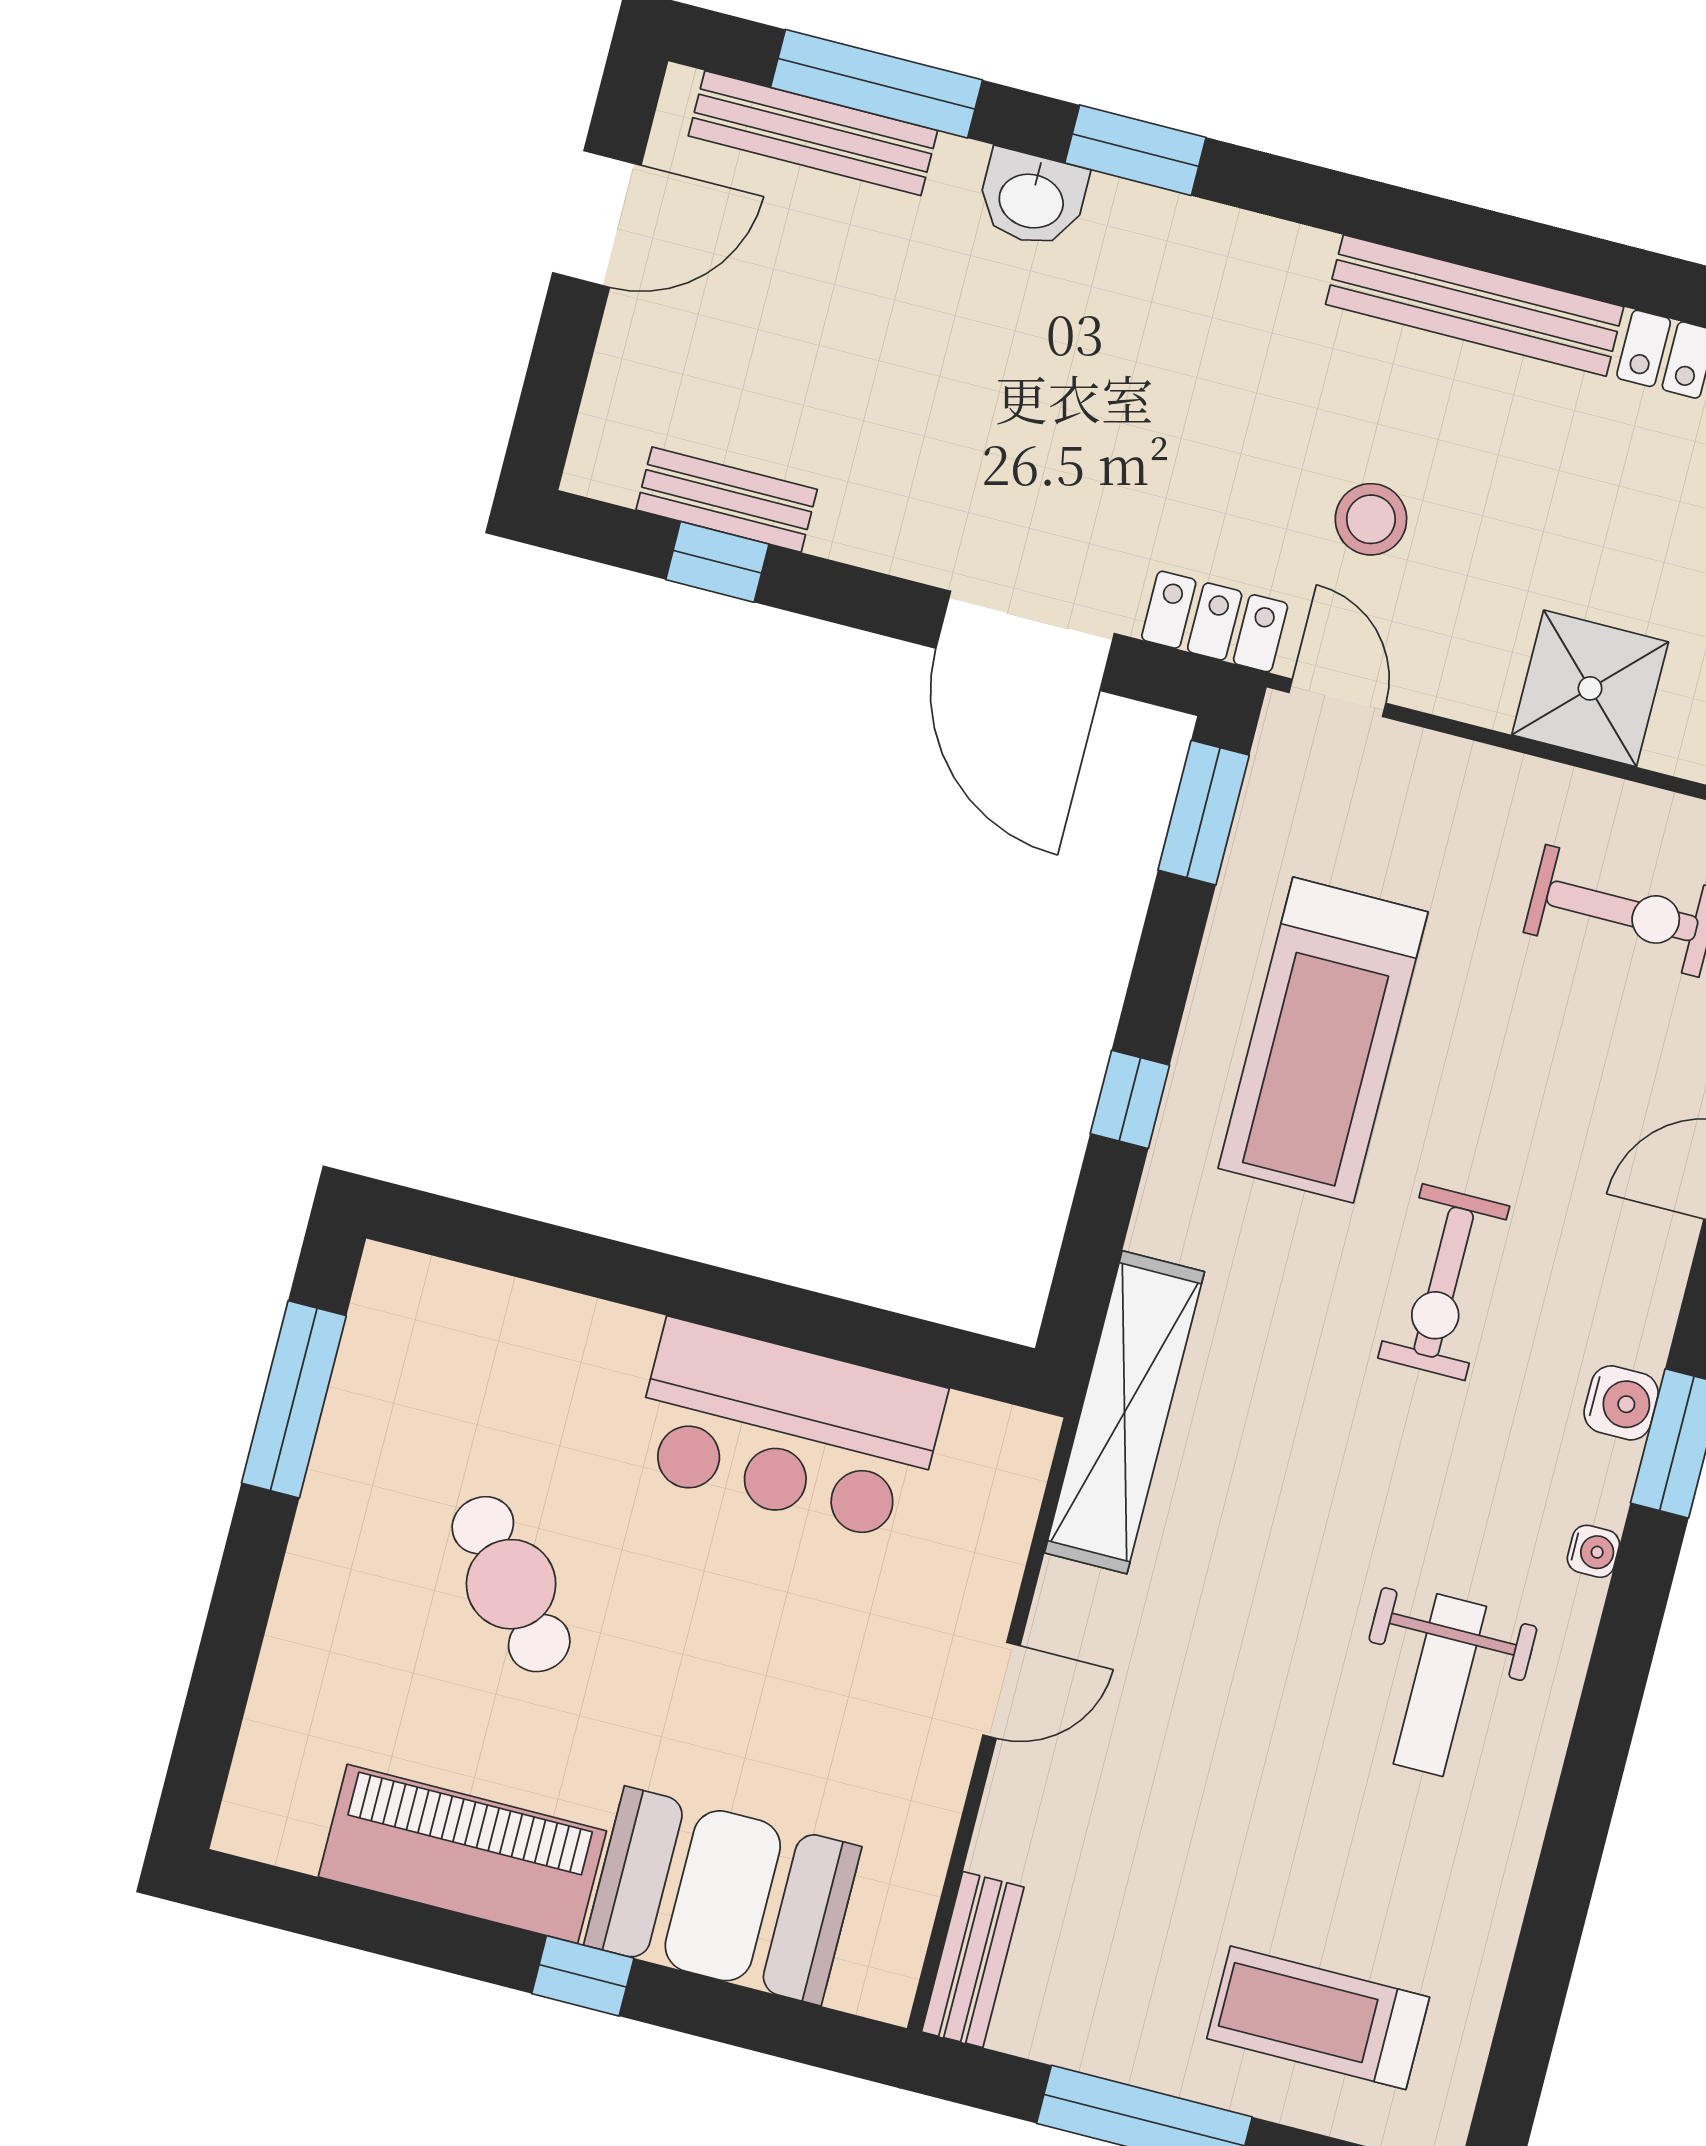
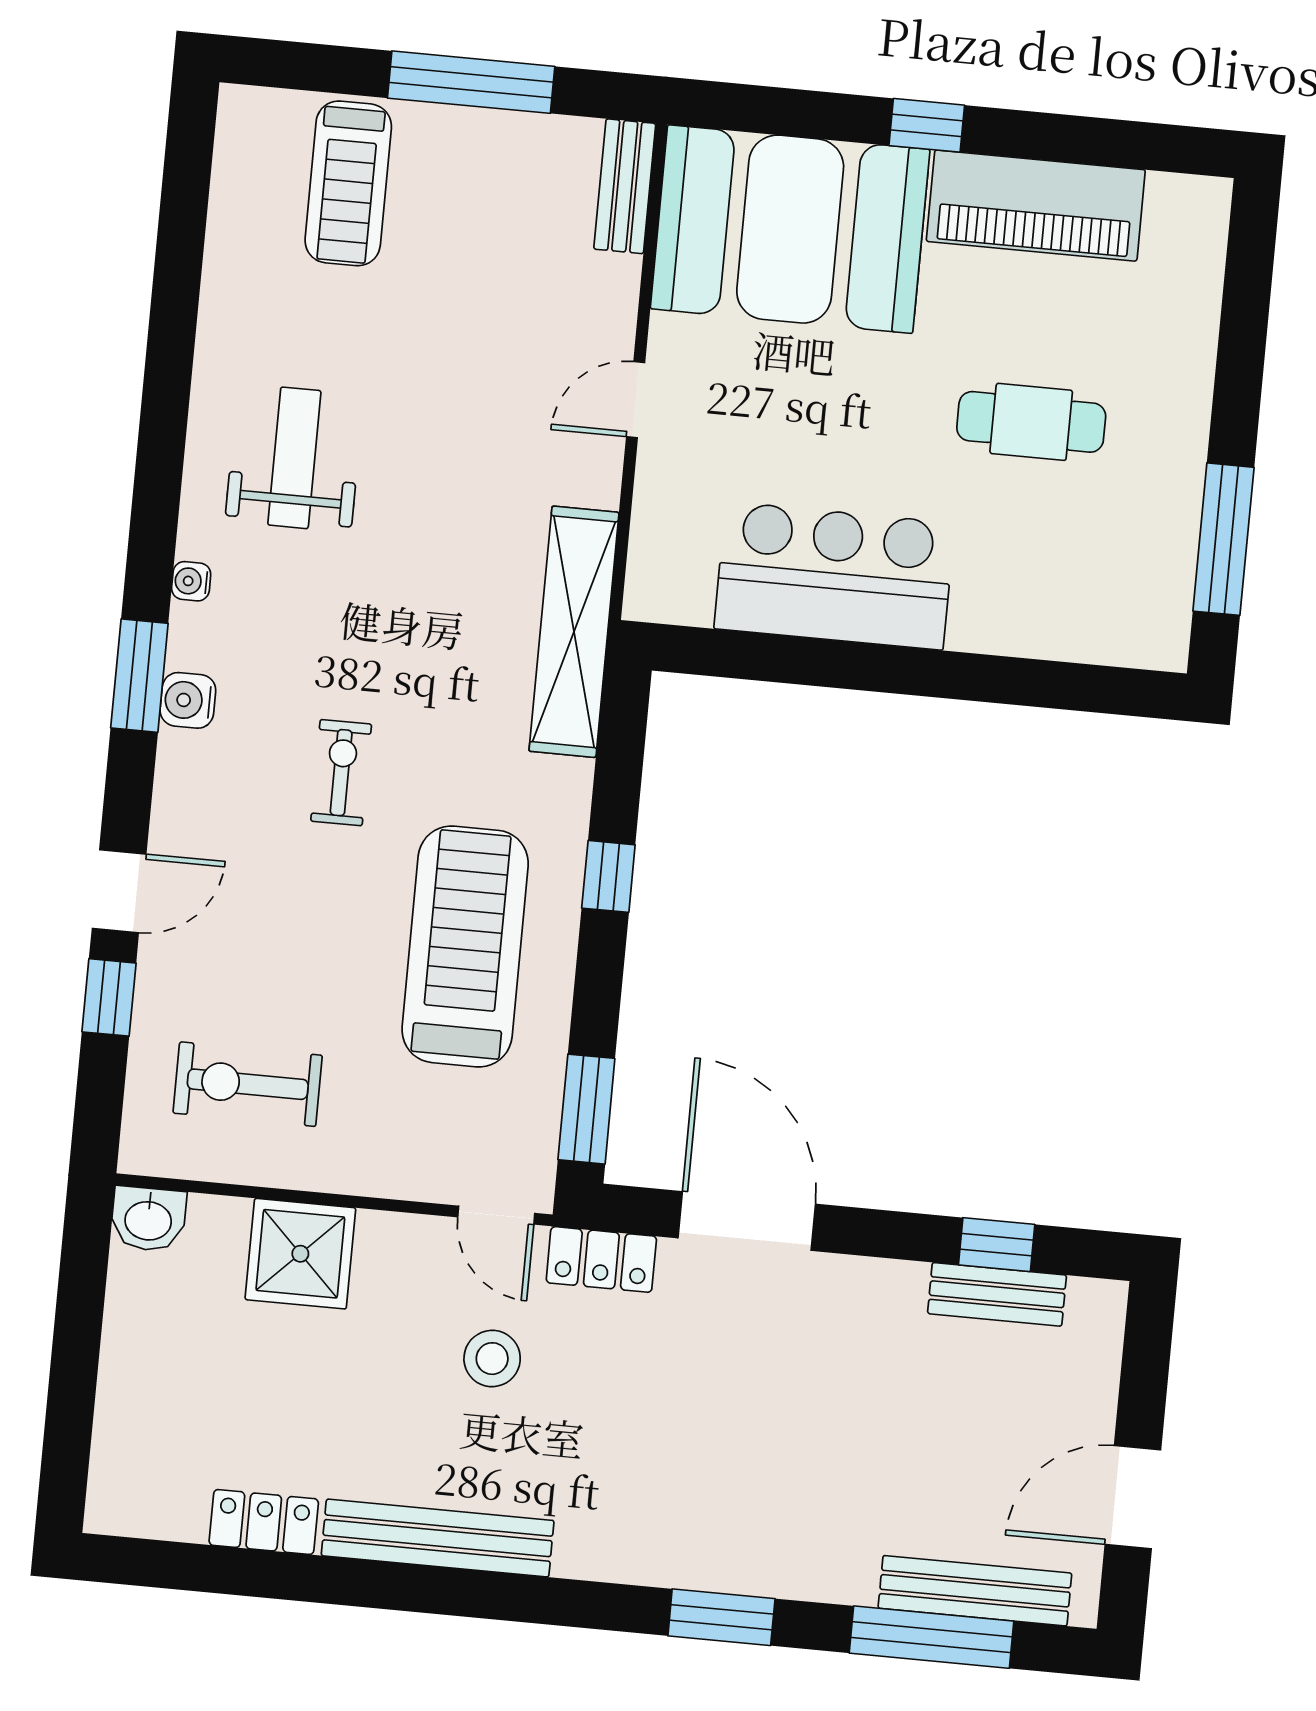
washbasin: (1032, 199) -> (796, 1567), removed
exercise bike: (1444, 1282) -> (341, 773), width x0.73, depth x0.72
cafe table: (511, 1584) -> (1031, 422), turned -50
booth: (723, 1896) -> (790, 229), width x1.36, depth x1.42
treadmill: (1318, 2018) -> (348, 183), turned 90

